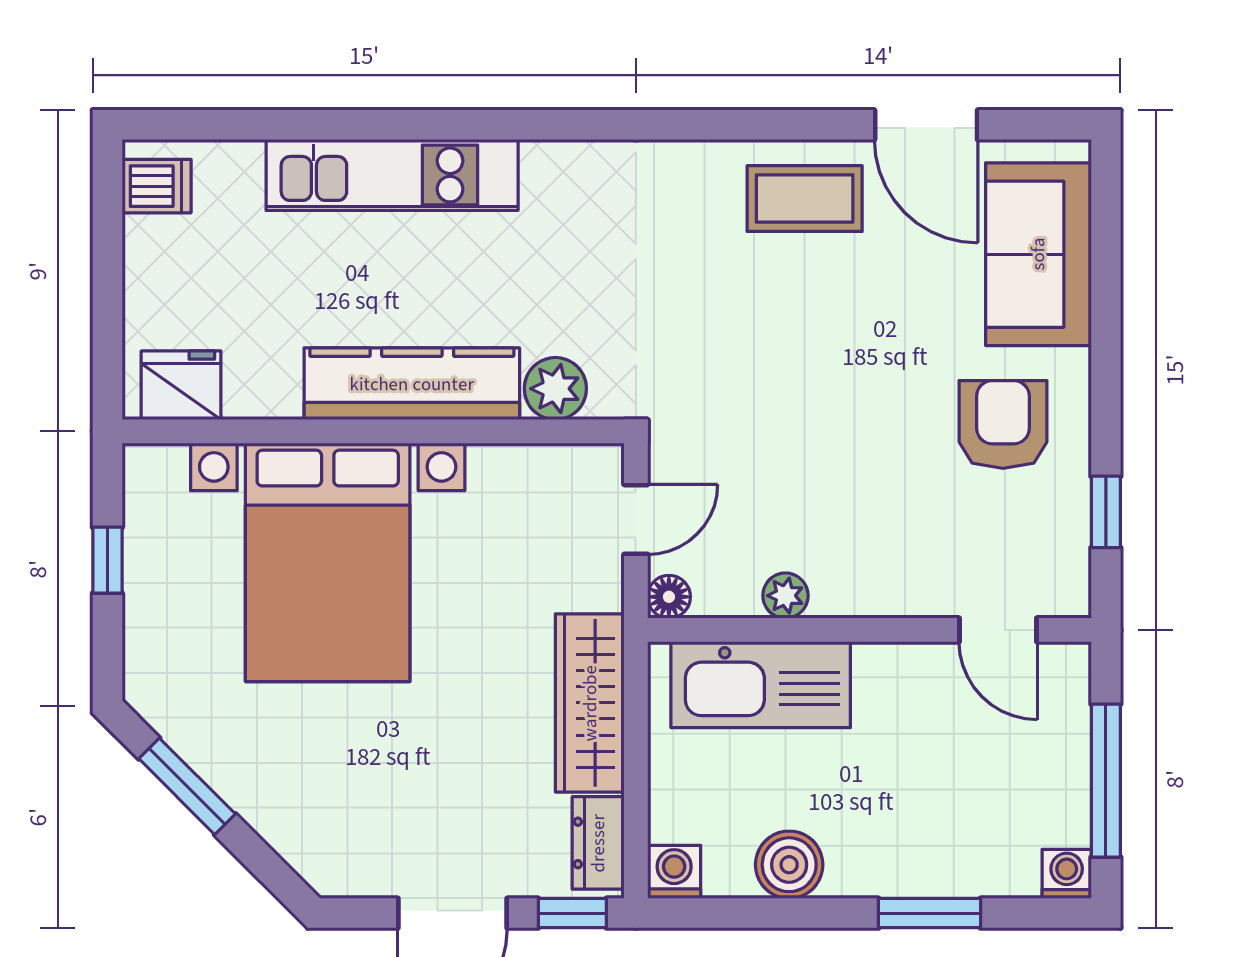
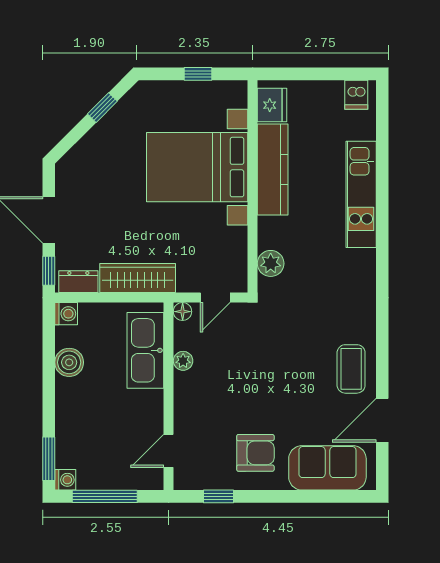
kitchen counter: (412, 384) -> (273, 170), moved
door: (636, 519) -> (215, 298), hinge flipped
window: (187, 786) -> (102, 108), width x0.67
window: (930, 913) -> (49, 459), moved

